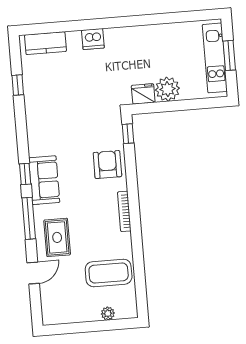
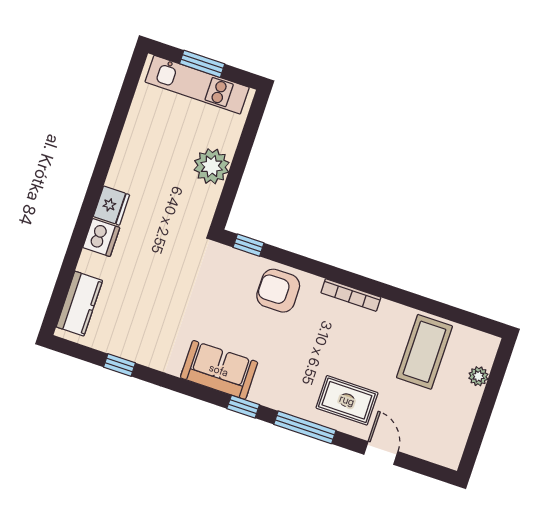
fridge: (143, 94) -> (111, 206), moved, turned 180
sofa: (44, 180) -> (219, 370), moved

